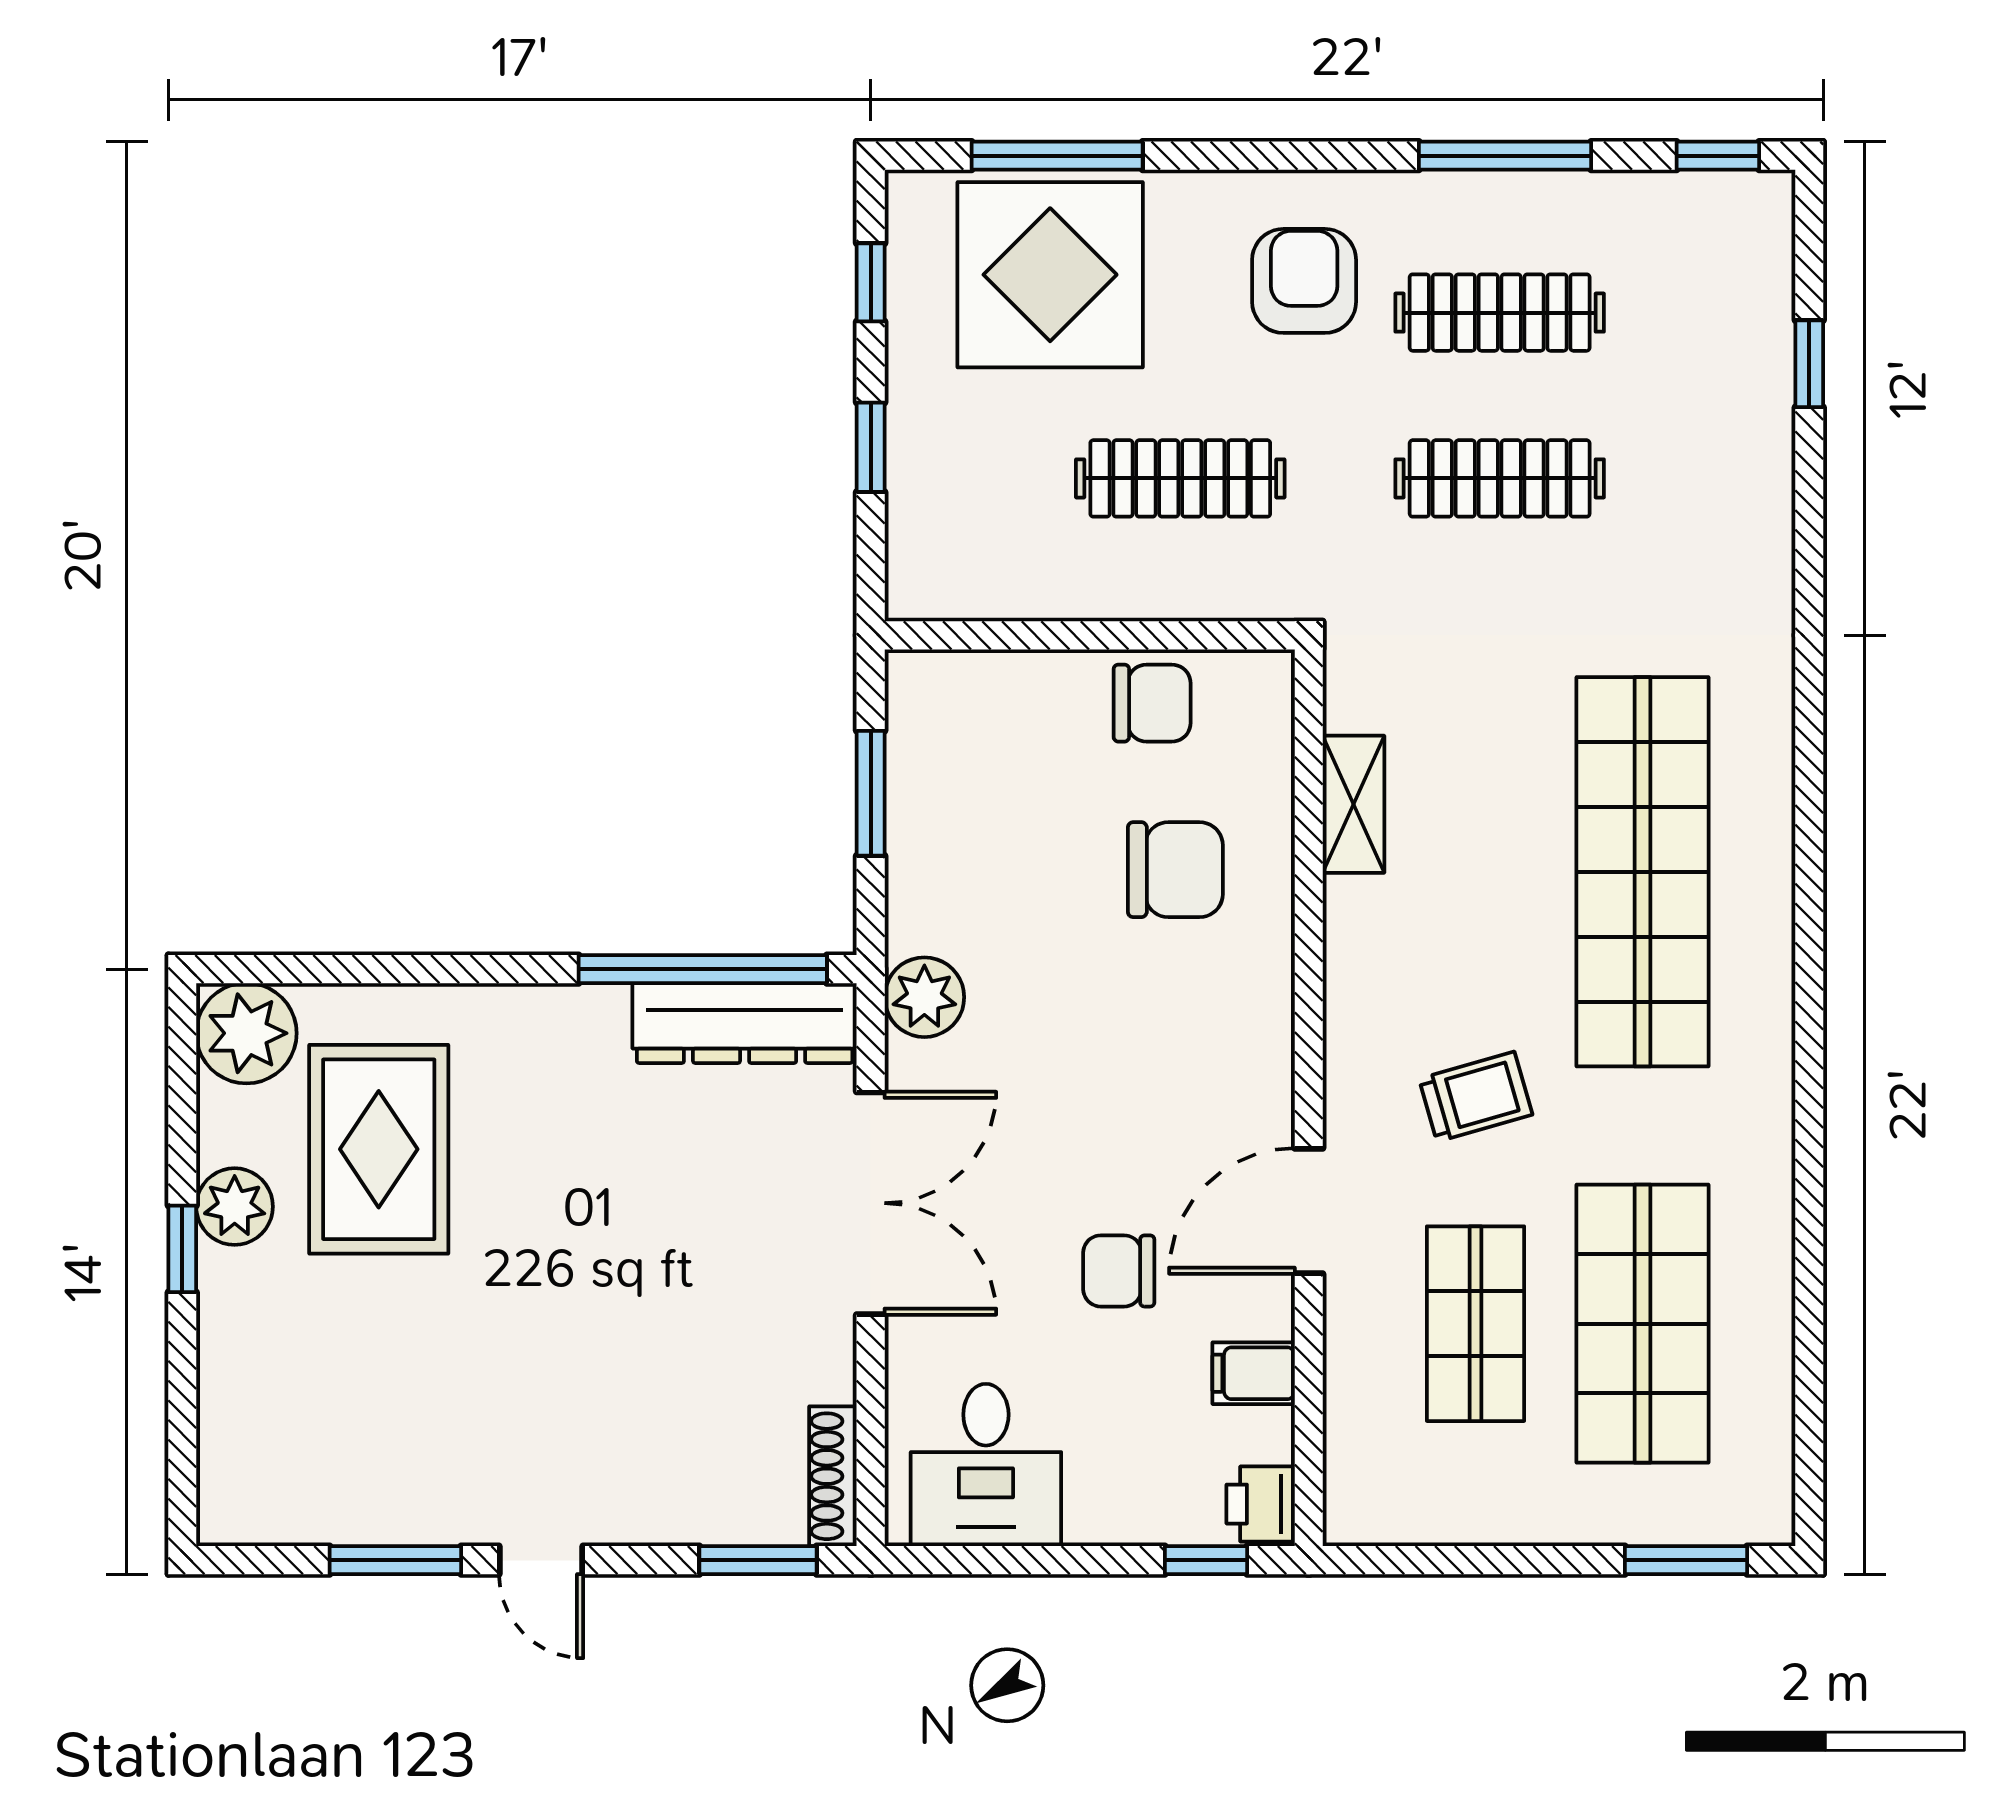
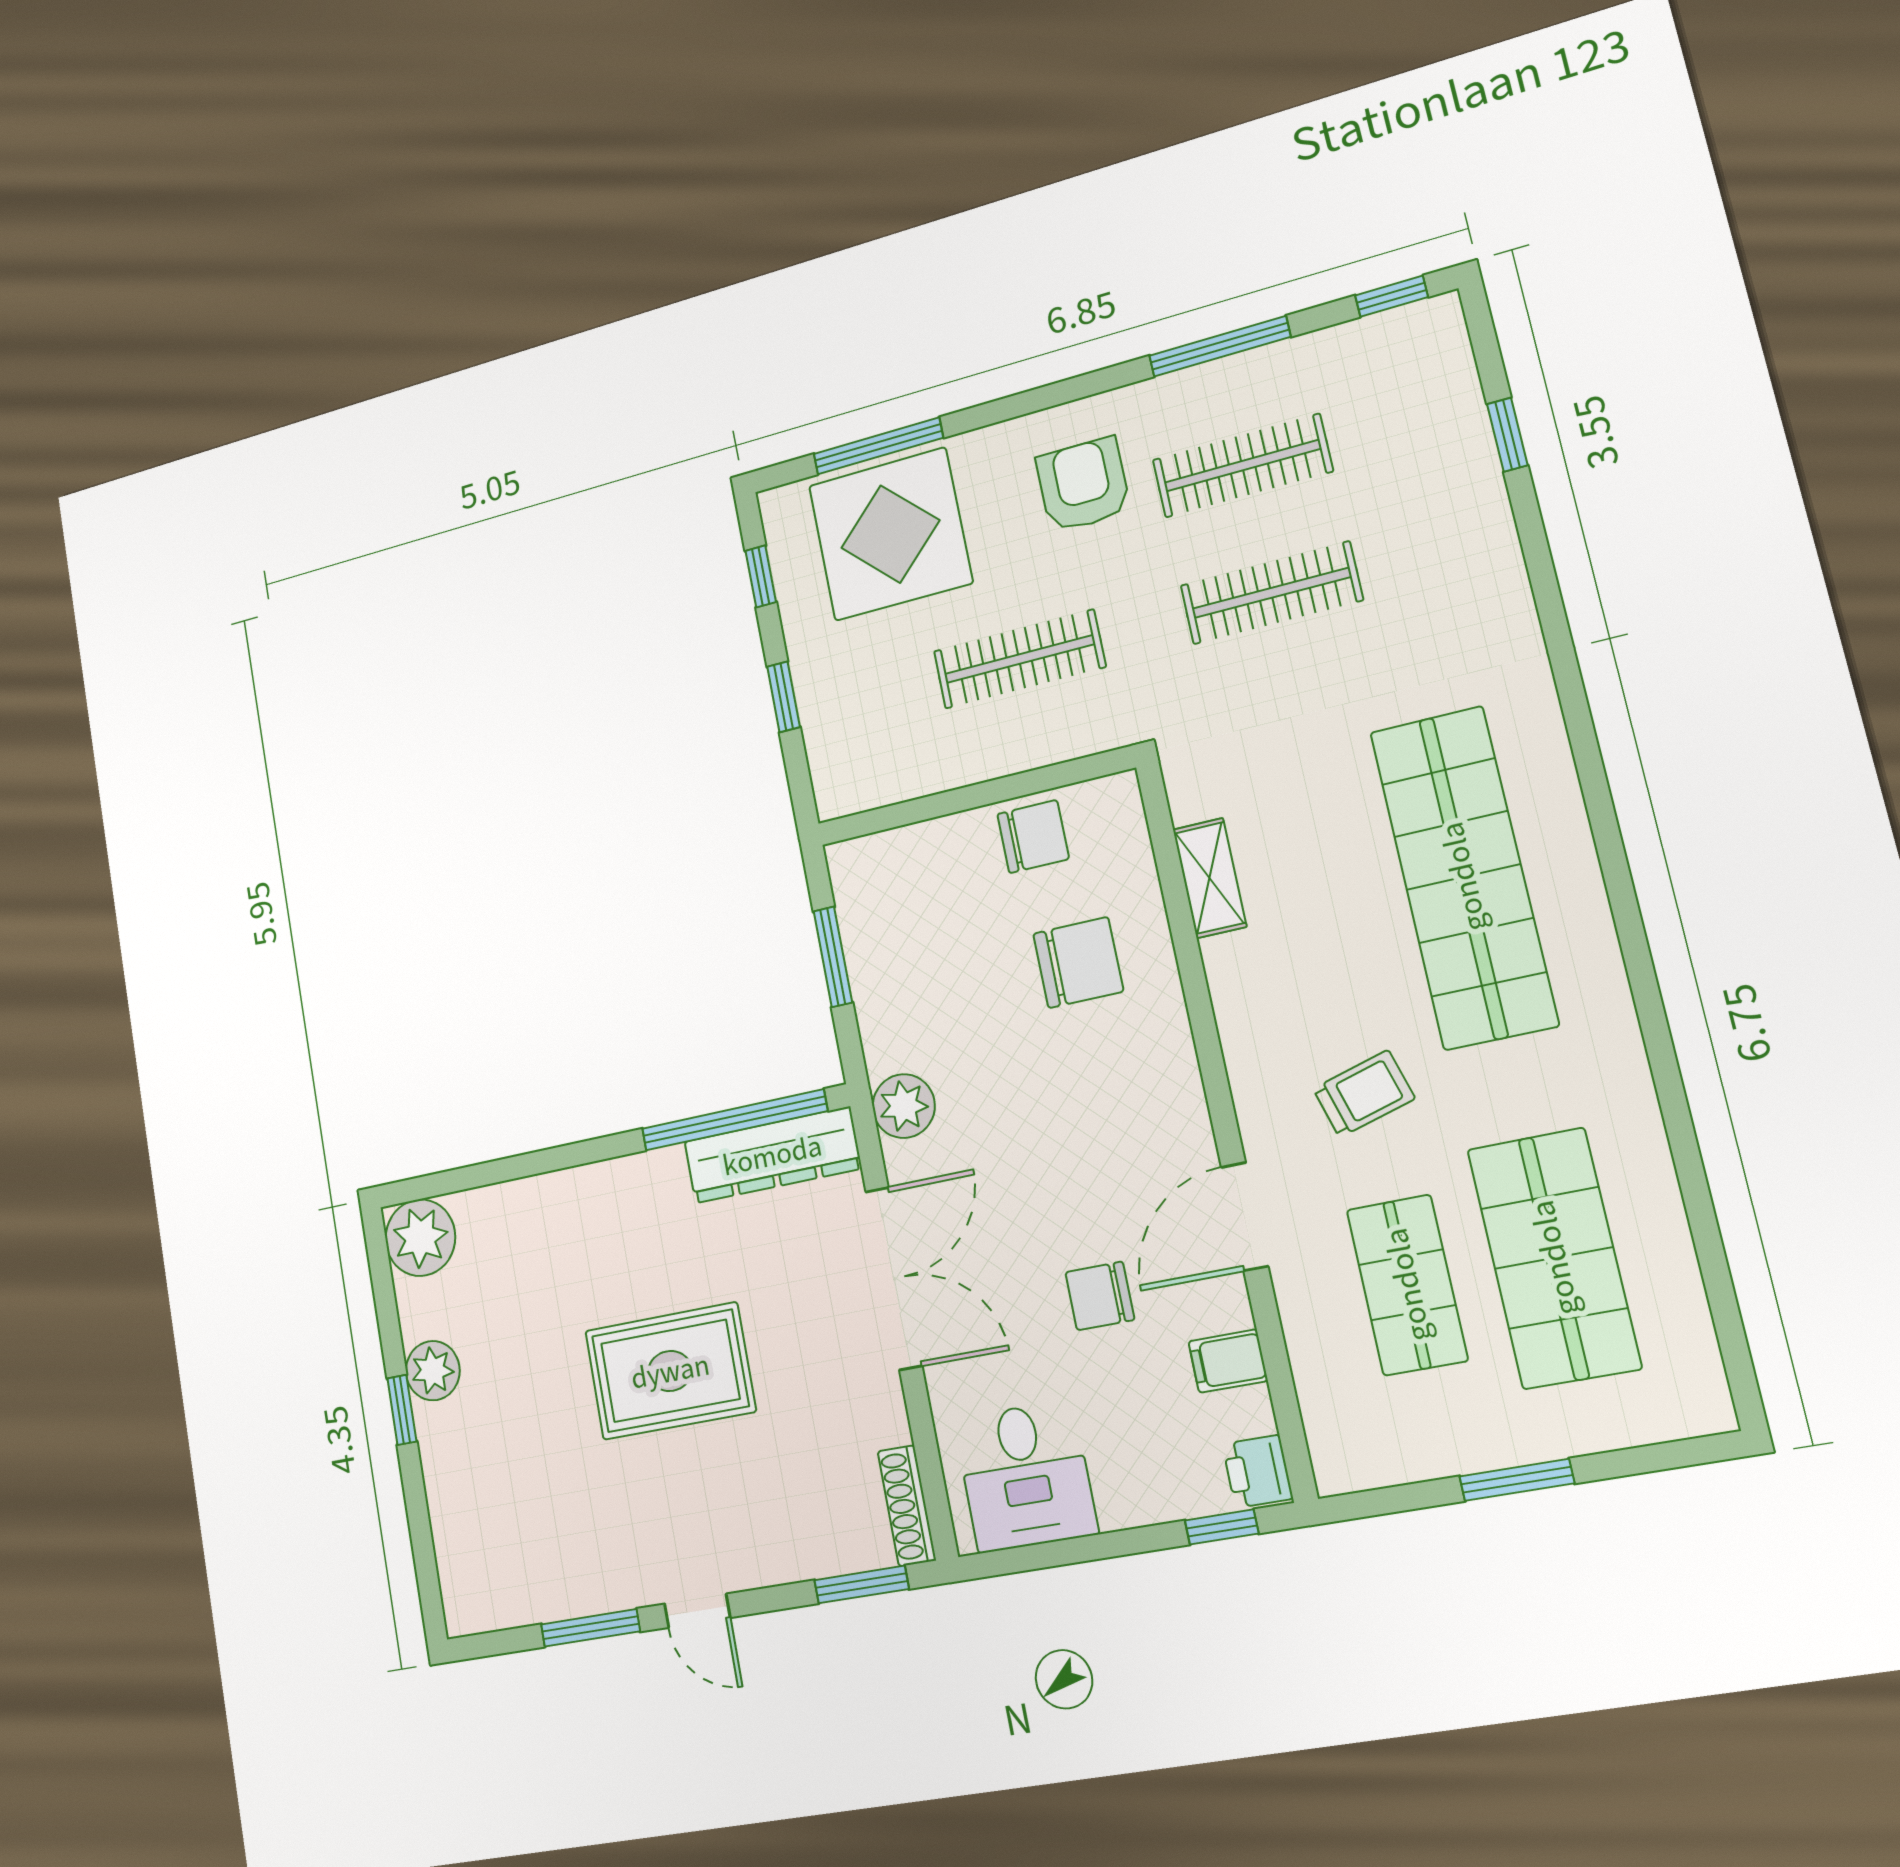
rug: (379, 1149) -> (670, 1371), moved, turned 90
window: (1686, 1560) -> (1517, 1480), moved

